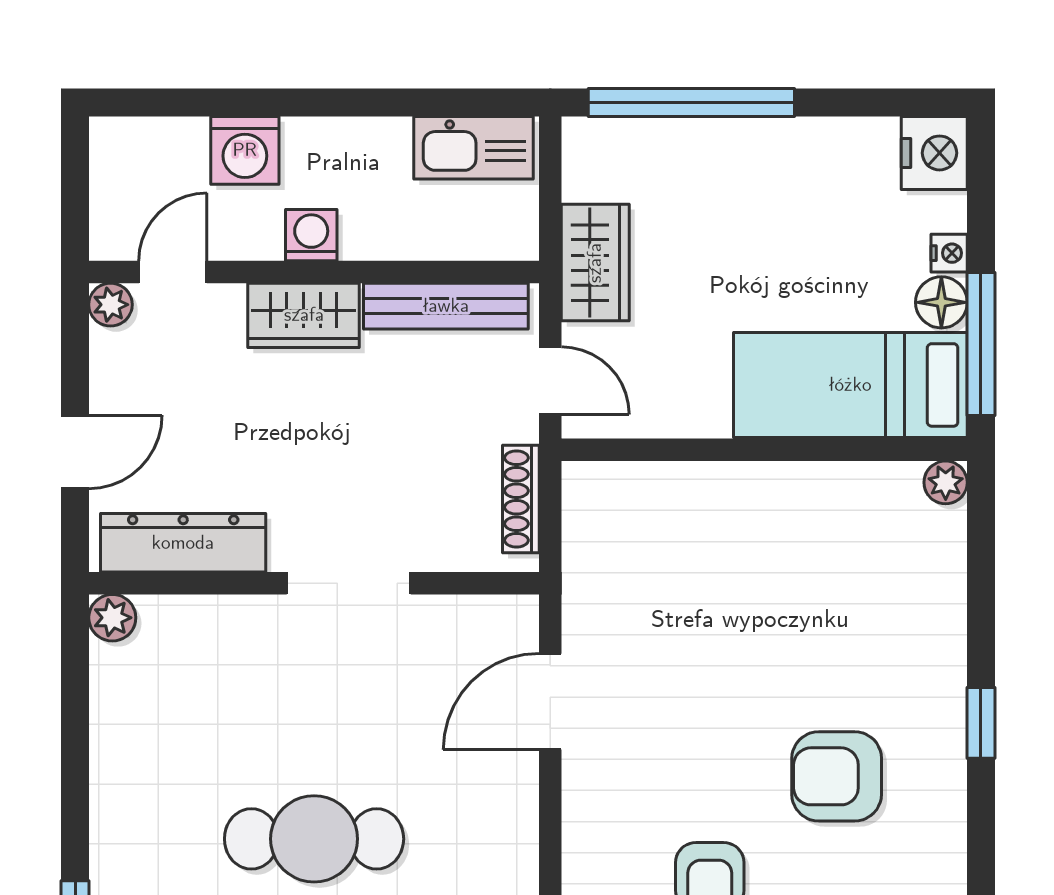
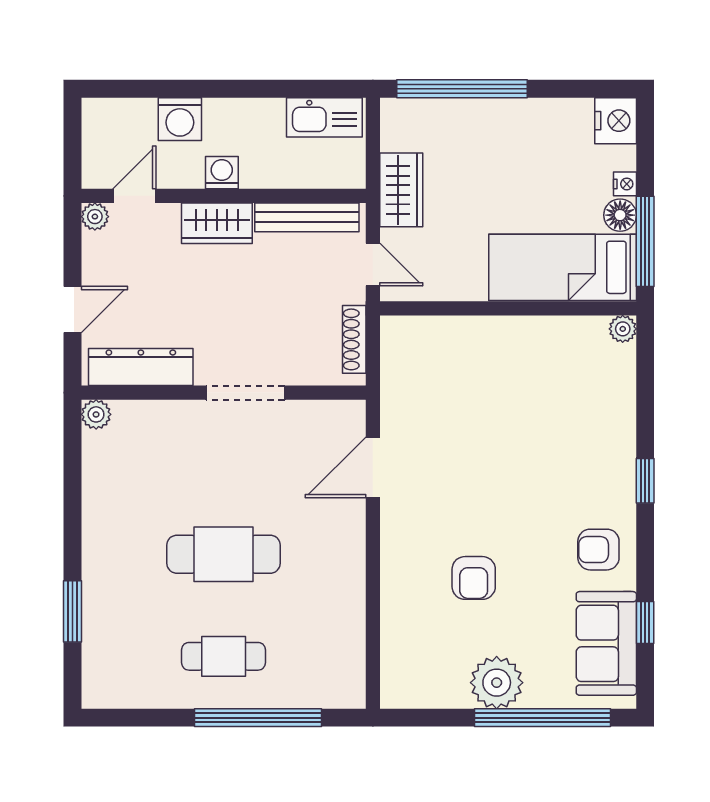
armchair: (837, 776) -> (598, 550), moved, width x0.72, depth x0.72

